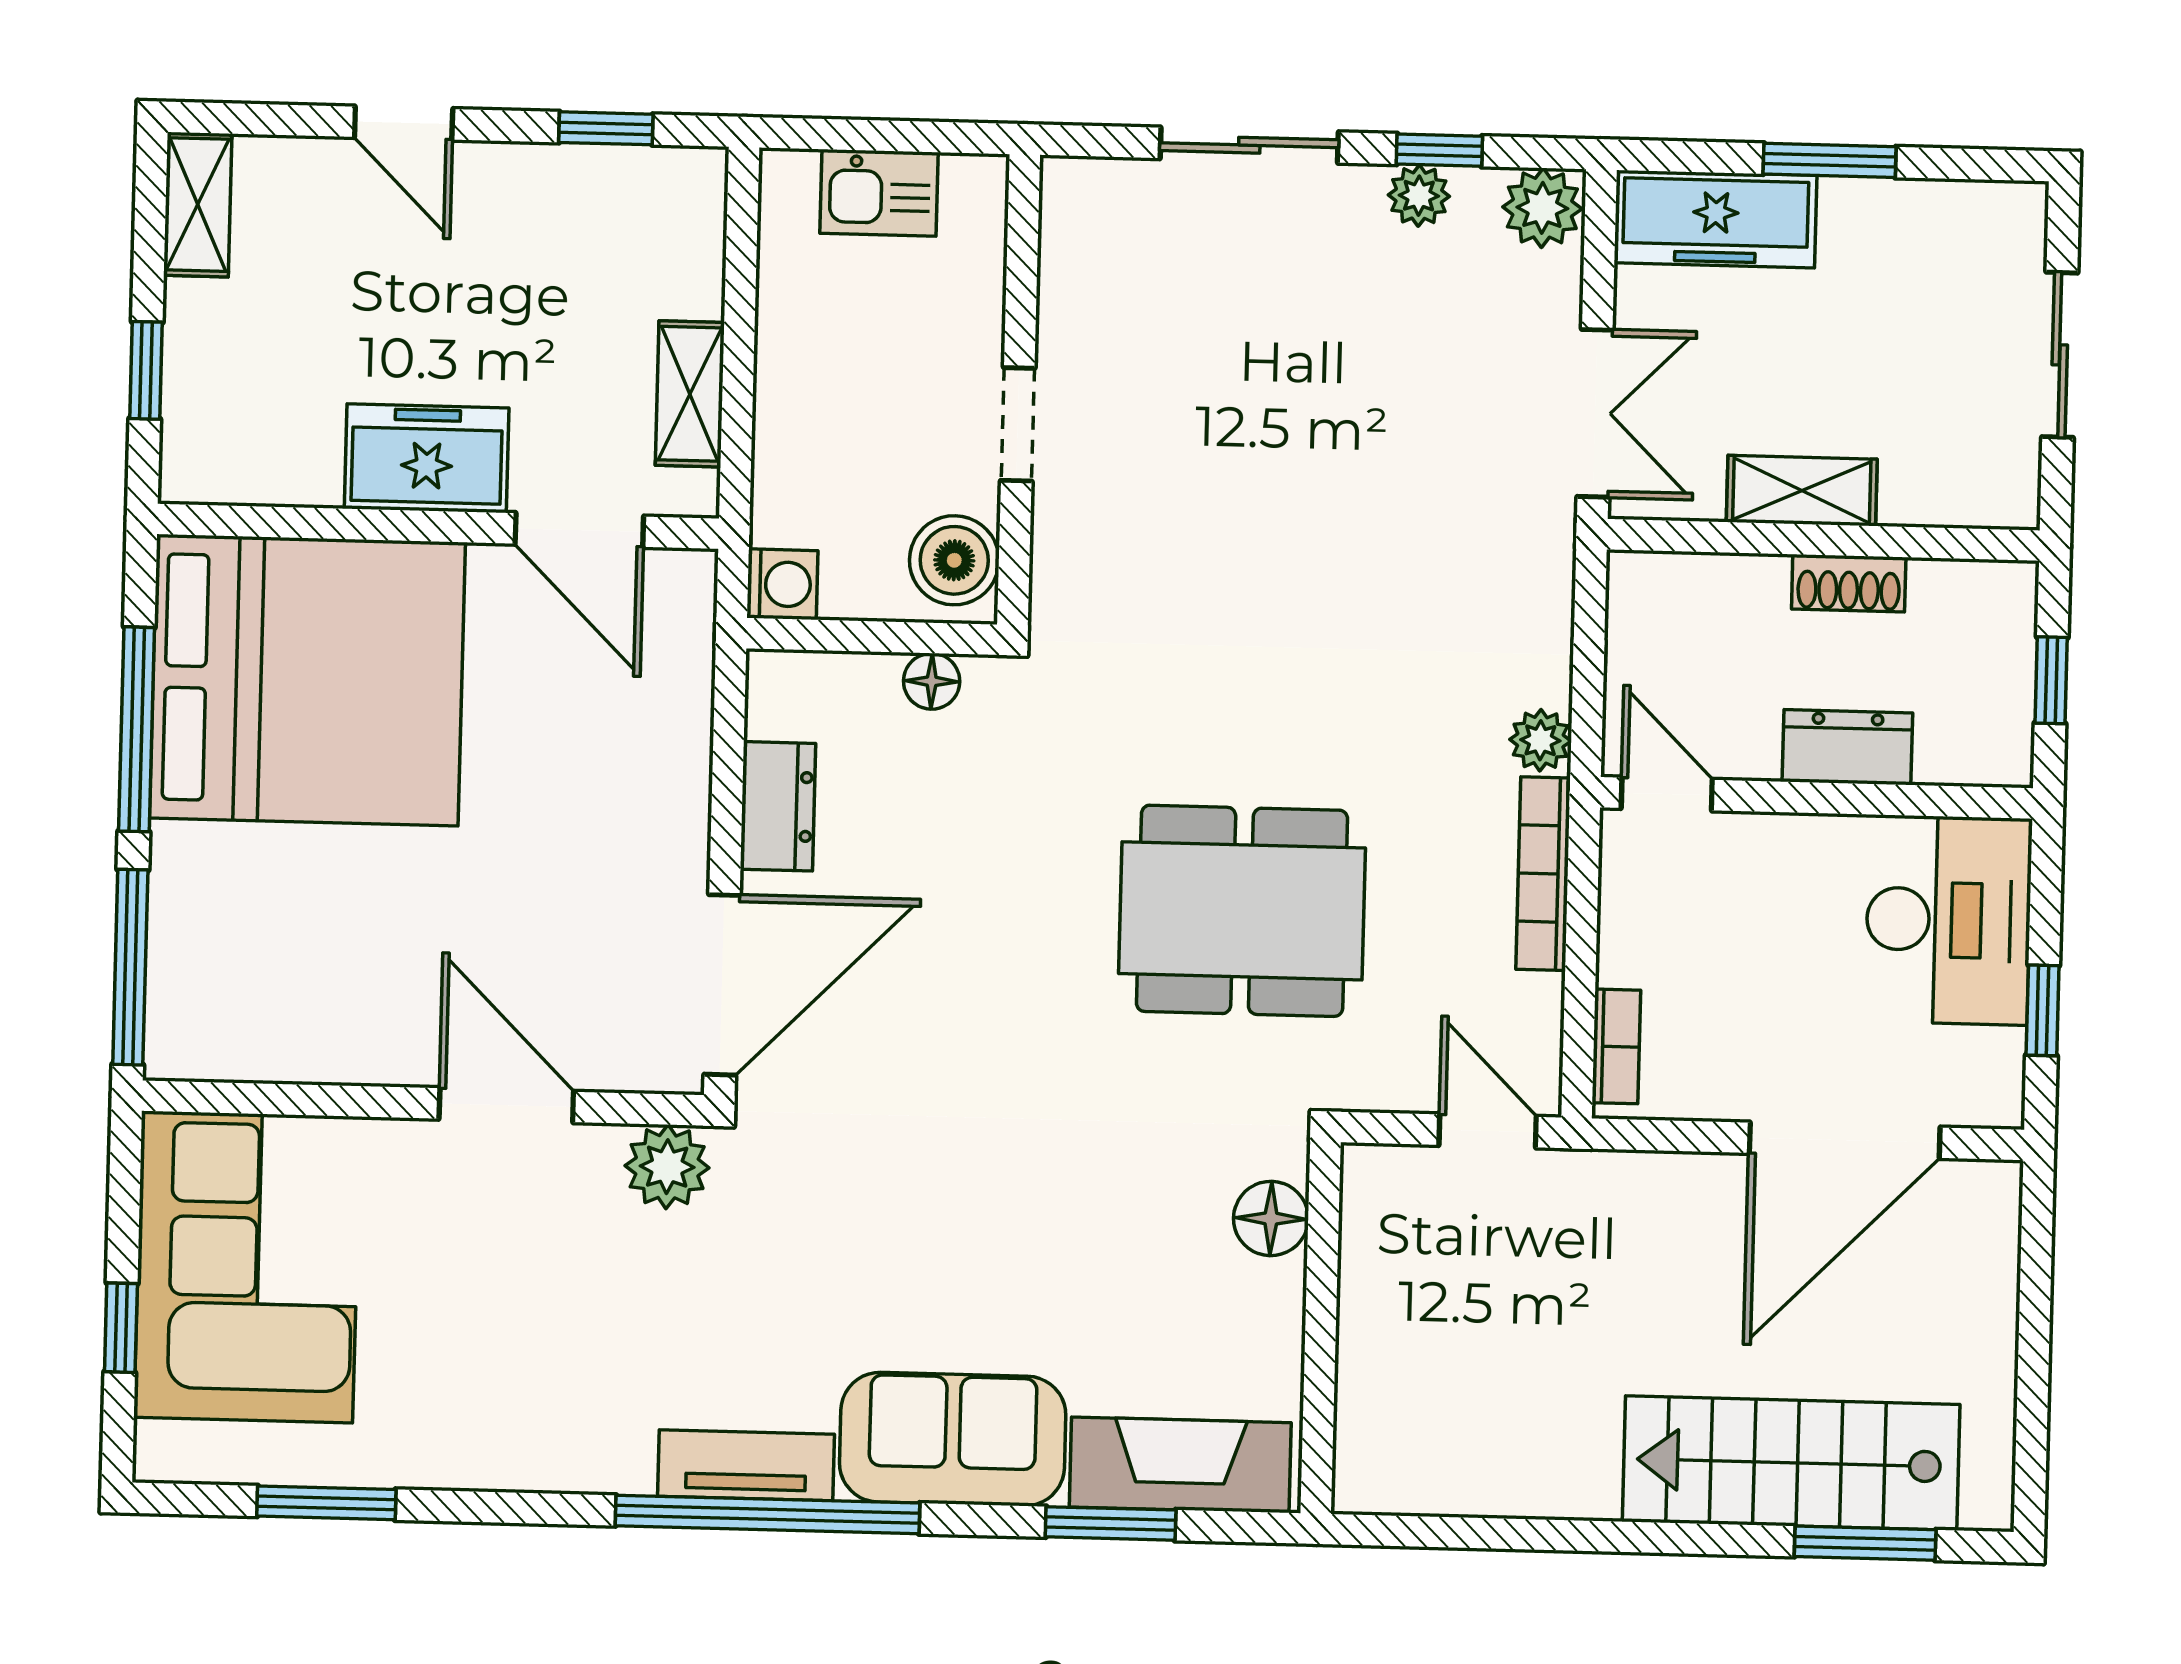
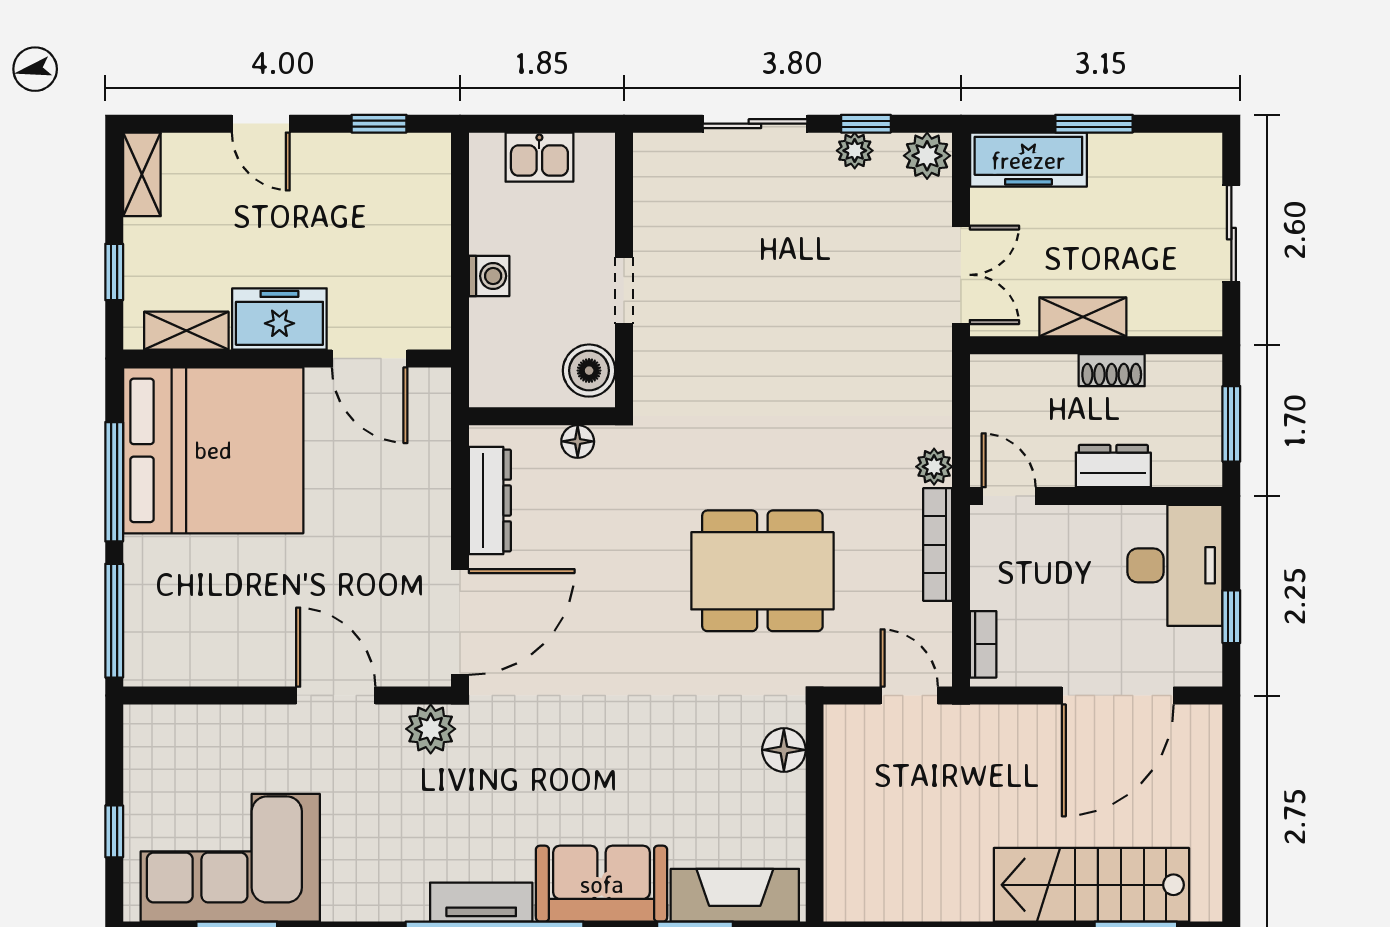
shelving: (690, 394) -> (186, 331), moved, turned 90
washing machine: (782, 584) -> (489, 276), moved
window: (2051, 680) -> (1231, 424), width x1.50
dresser: (778, 806) -> (490, 501), width x1.44
corner sofa: (247, 1267) -> (230, 858), moved, turned -90

